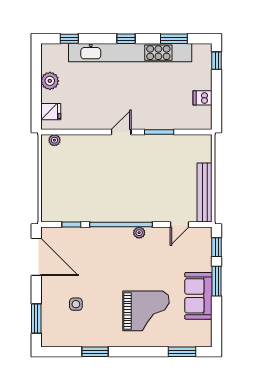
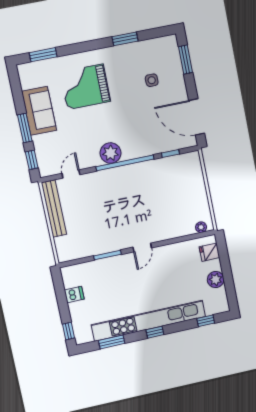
plant: (139, 233) -> (111, 153), width x1.88, depth x1.88

